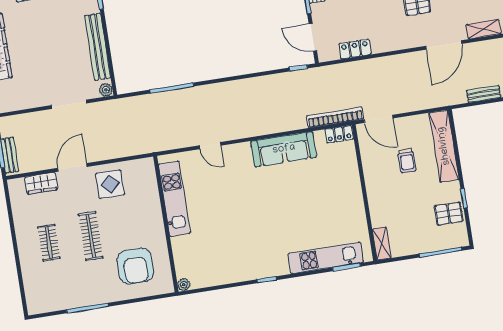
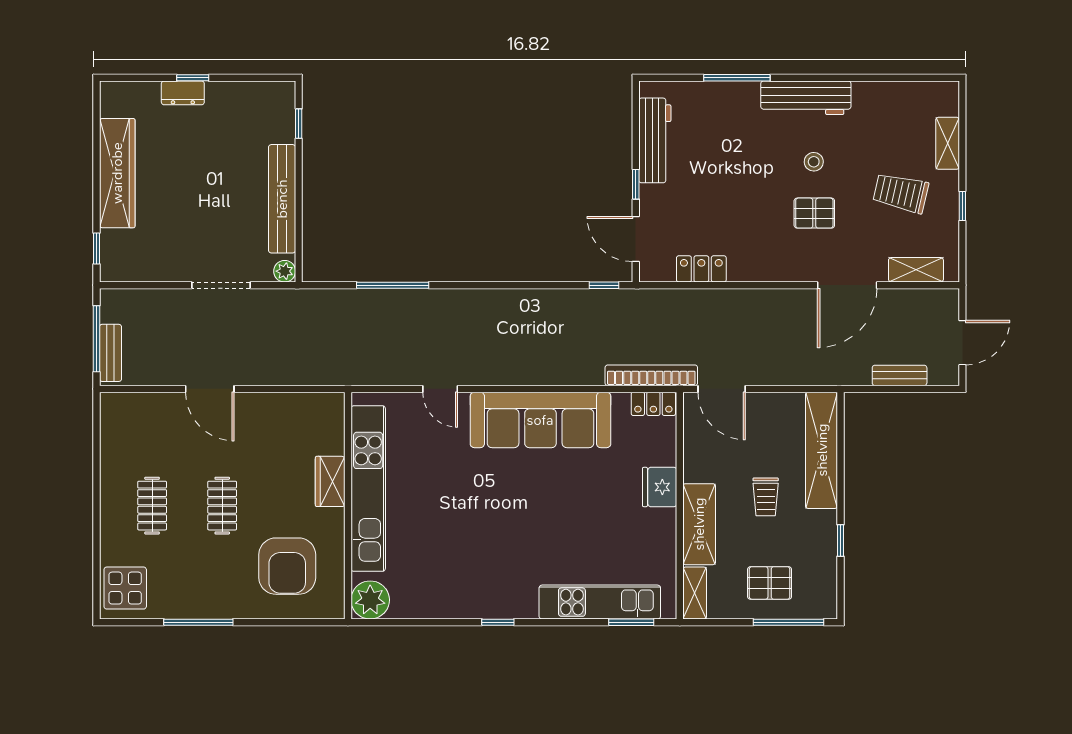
sofa: (284, 149) -> (540, 420), width x1.36, depth x1.27
trolley: (407, 161) -> (766, 497), moved
door: (72, 167) -> (210, 389), swing flipped
wardrobe: (41, 183) -> (330, 481), moved, turned 90
fridge: (351, 183) -> (660, 487), added
display table: (110, 184) -> (125, 588), moved
kitchen unit: (174, 199) -> (368, 489), width x1.36
shelving: (378, 202) -> (699, 524), added
pallet: (449, 214) -> (770, 583), moved
clothes rail: (91, 236) -> (222, 506), width x0.73
plant: (184, 285) -> (370, 600), width x1.87, depth x1.87

